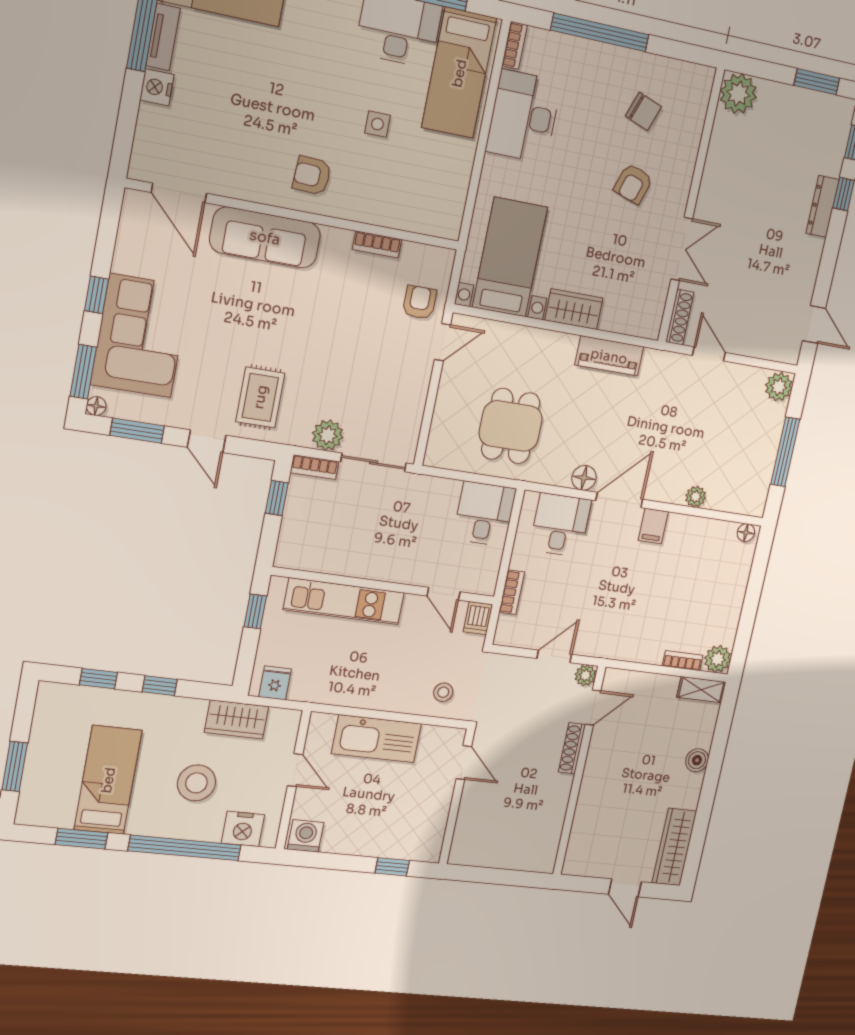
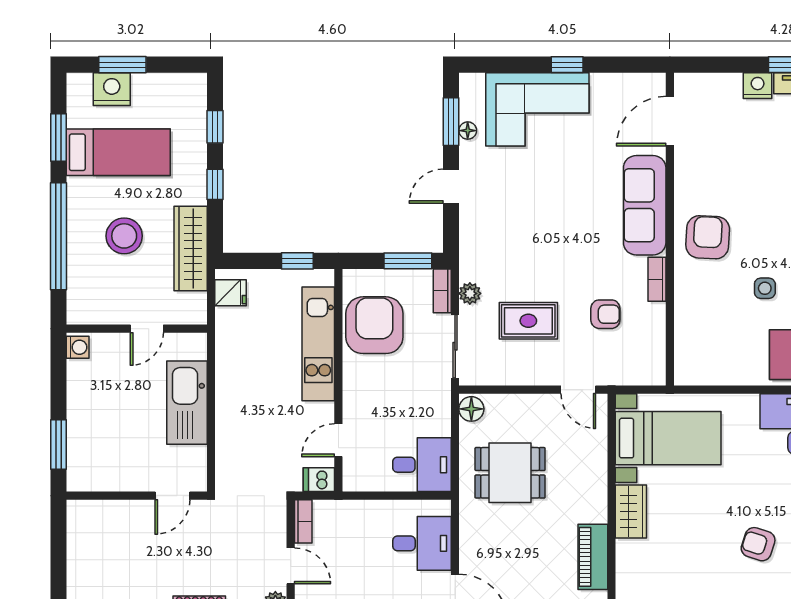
armchair: (312, 176) -> (708, 237), width x1.38, depth x1.38
bookcase: (377, 245) -> (657, 279), moved
armchair: (419, 302) -> (605, 314), moved
window: (83, 372) -> (497, 65), removed
rug: (260, 397) -> (528, 321), moved
floor lamp: (96, 406) -> (468, 131), moved
plant: (328, 435) -> (470, 293), width x0.73, depth x0.73
floor lamp: (584, 478) -> (471, 409), moved
window: (277, 498) -> (408, 261), width x1.50
armchair: (336, 542) -> (374, 325), added
bookcase: (512, 592) -> (303, 521), moved, turned -90
stool: (443, 692) -> (241, 460), removed
wardrobe: (237, 719) -> (191, 248), width x1.50
nightstand: (243, 829) -> (112, 89), moved, turned 90
washing machine: (306, 836) -> (78, 347), width x0.73, depth x0.73
window: (392, 867) -> (58, 444), width x1.50

